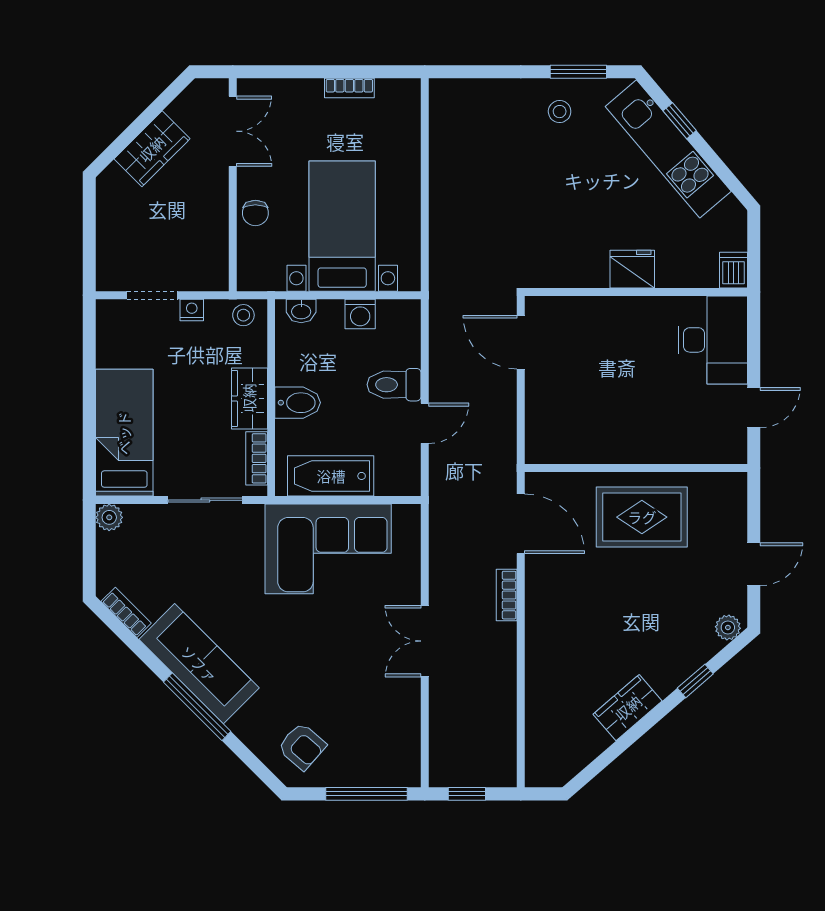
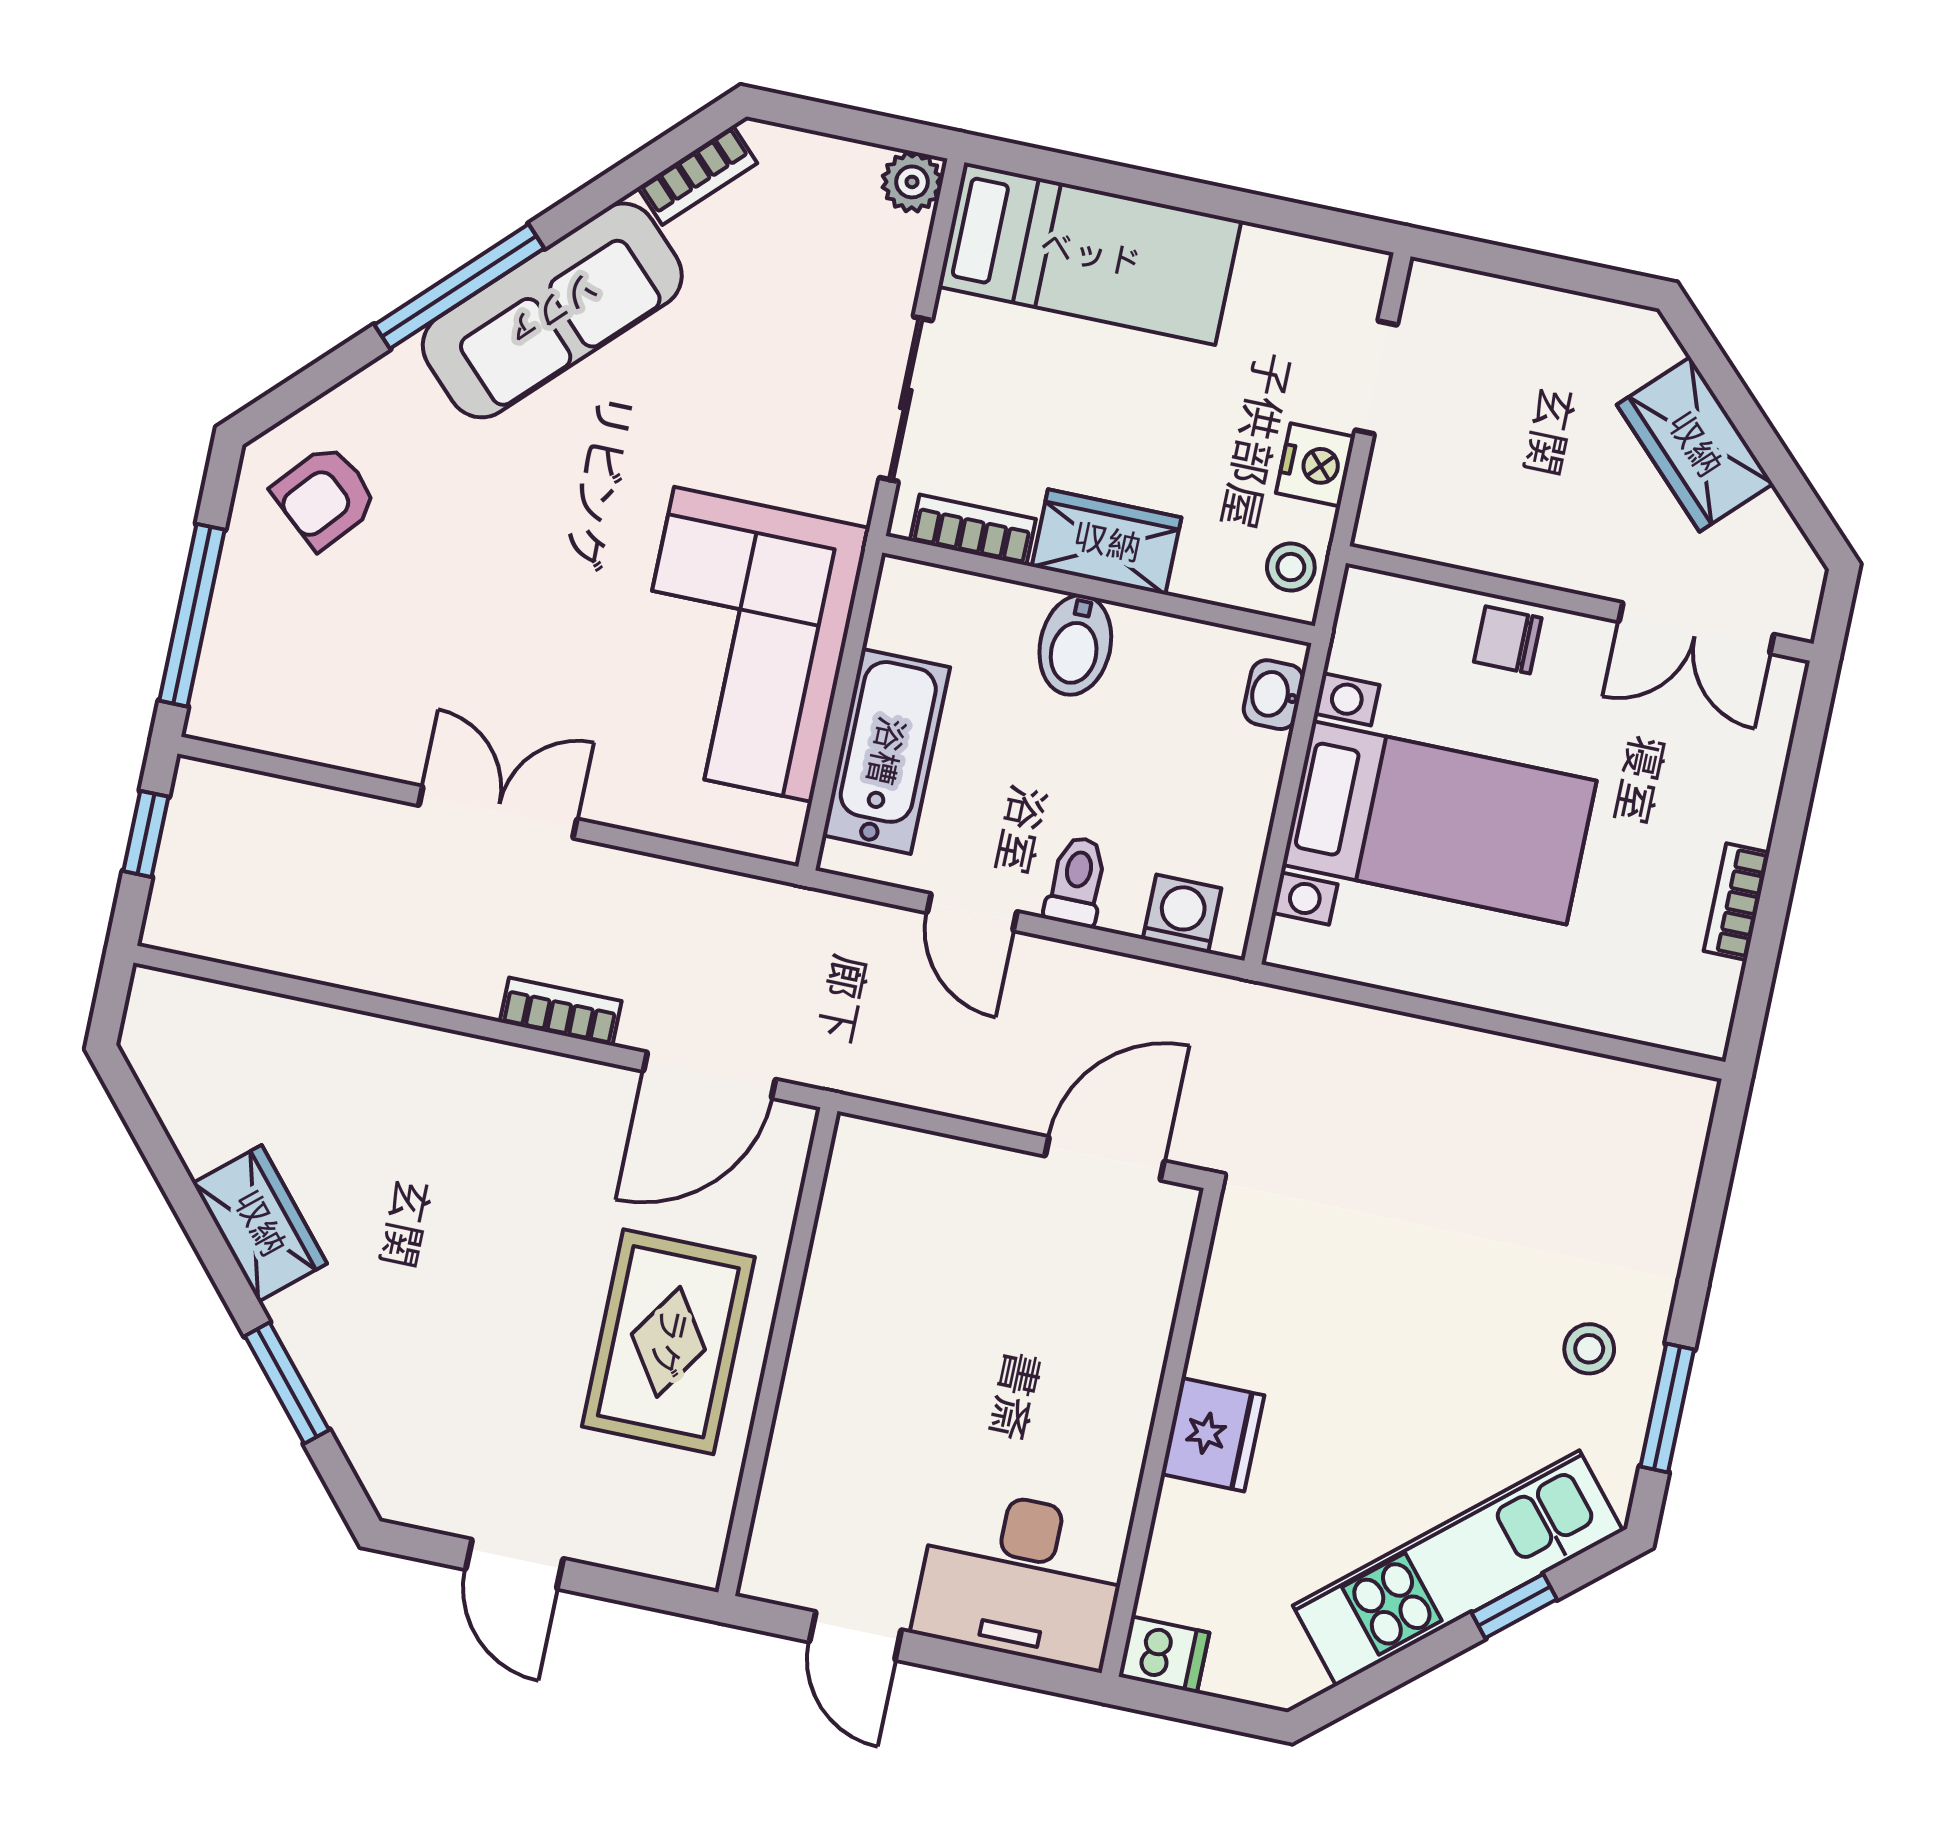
nightstand: (192, 310) -> (1315, 465), width x1.39, depth x1.35
washing machine: (360, 314) -> (1182, 914), moved, turned 90
toilet: (394, 385) -> (1076, 881), width x0.73, depth x0.72
bathtub: (331, 476) -> (886, 751), moved
plant: (728, 627) -> (388, 1479), removed
window: (695, 681) -> (287, 1383), width x1.50

